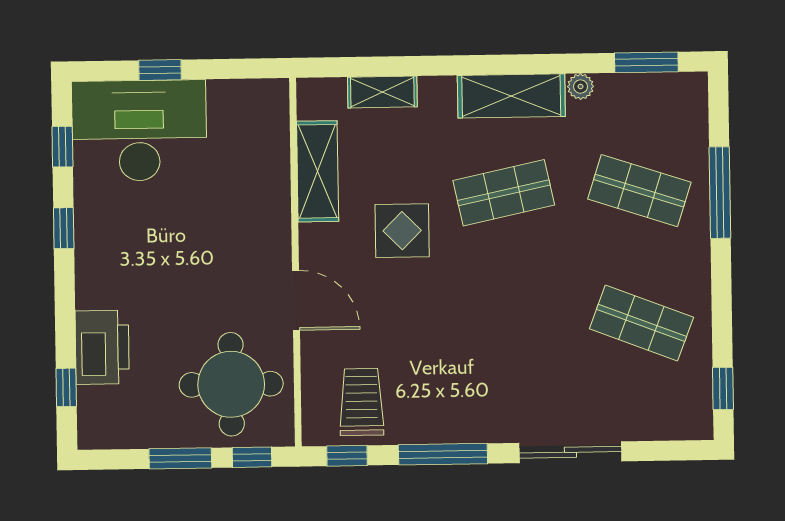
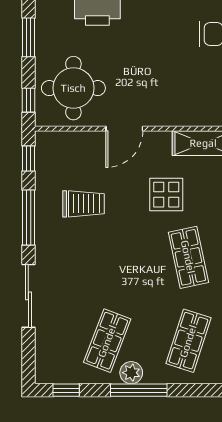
window: (720, 193) -> (139, 390), moved
plant: (693, 283) -> (131, 373), added
trolley: (362, 402) -> (84, 204), moved
window: (180, 458) -> (28, 37), moved

